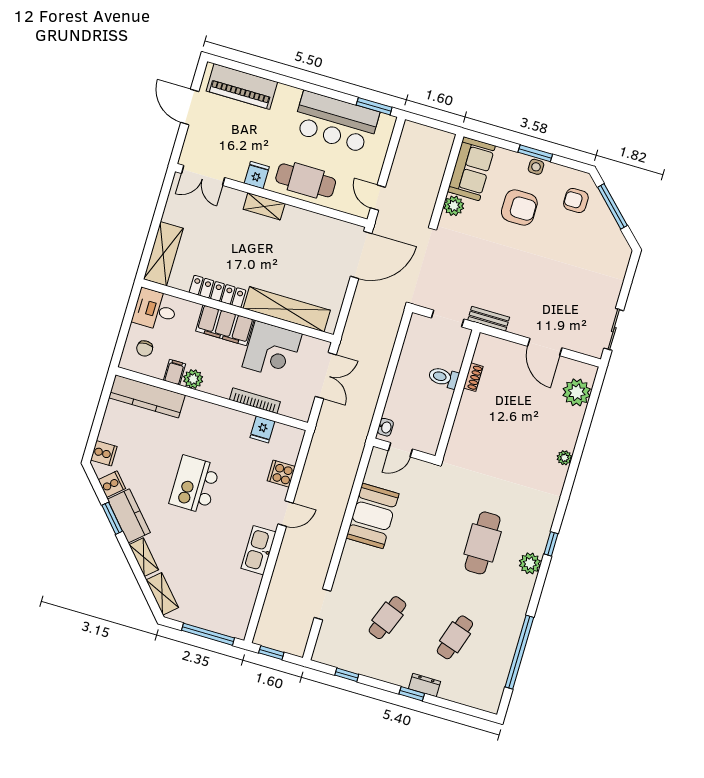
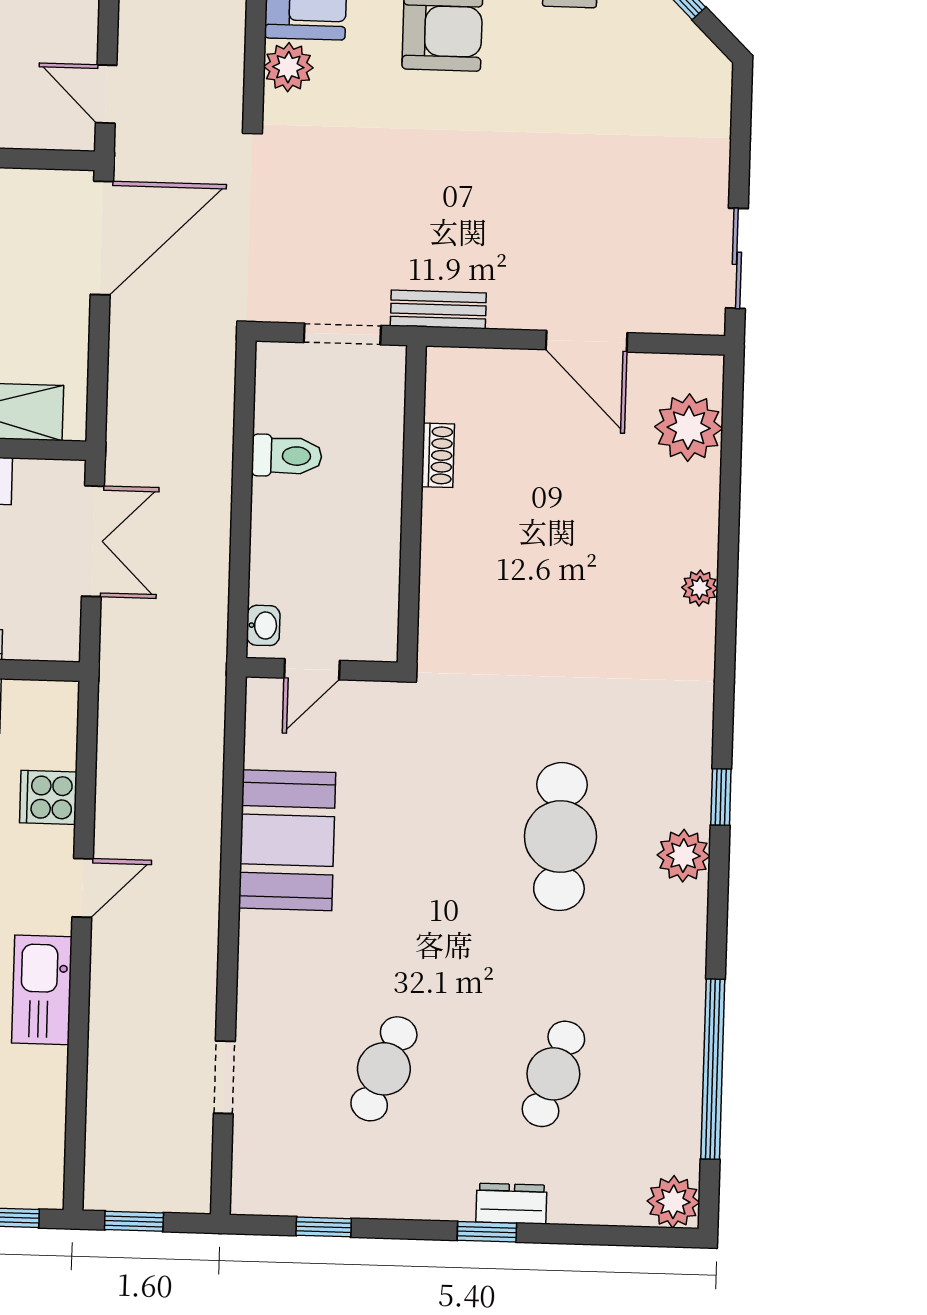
toilet: (444, 377) -> (287, 456), moved, turned 180
plant: (490, 701) -> (673, 1202), added

